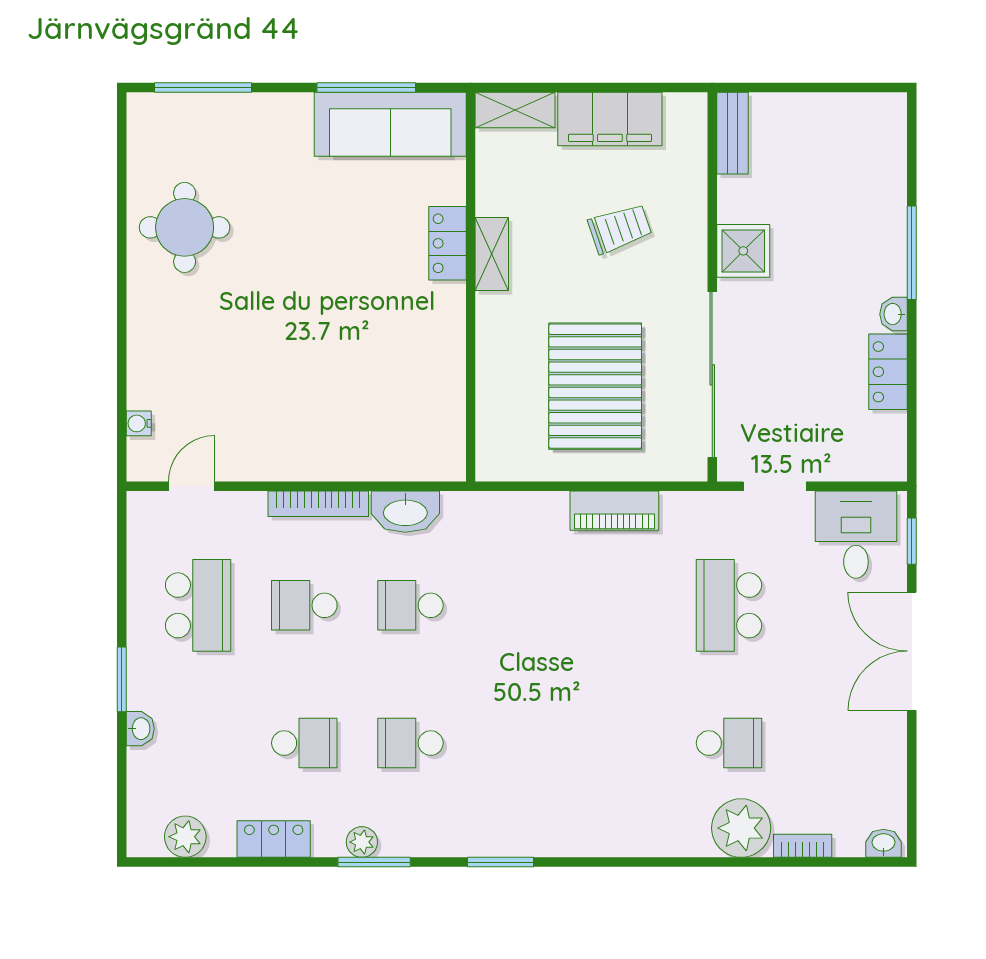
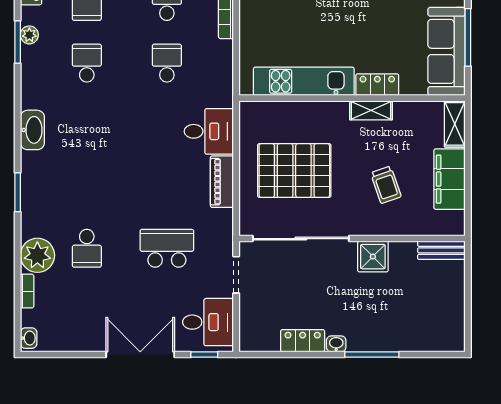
kitchen unit: (442, 370) -> (304, 81), added
washbasin: (405, 512) -> (32, 130), moved, turned 180
desk: (528, 533) -> (209, 131), added
window: (500, 862) -> (18, 192), moved

